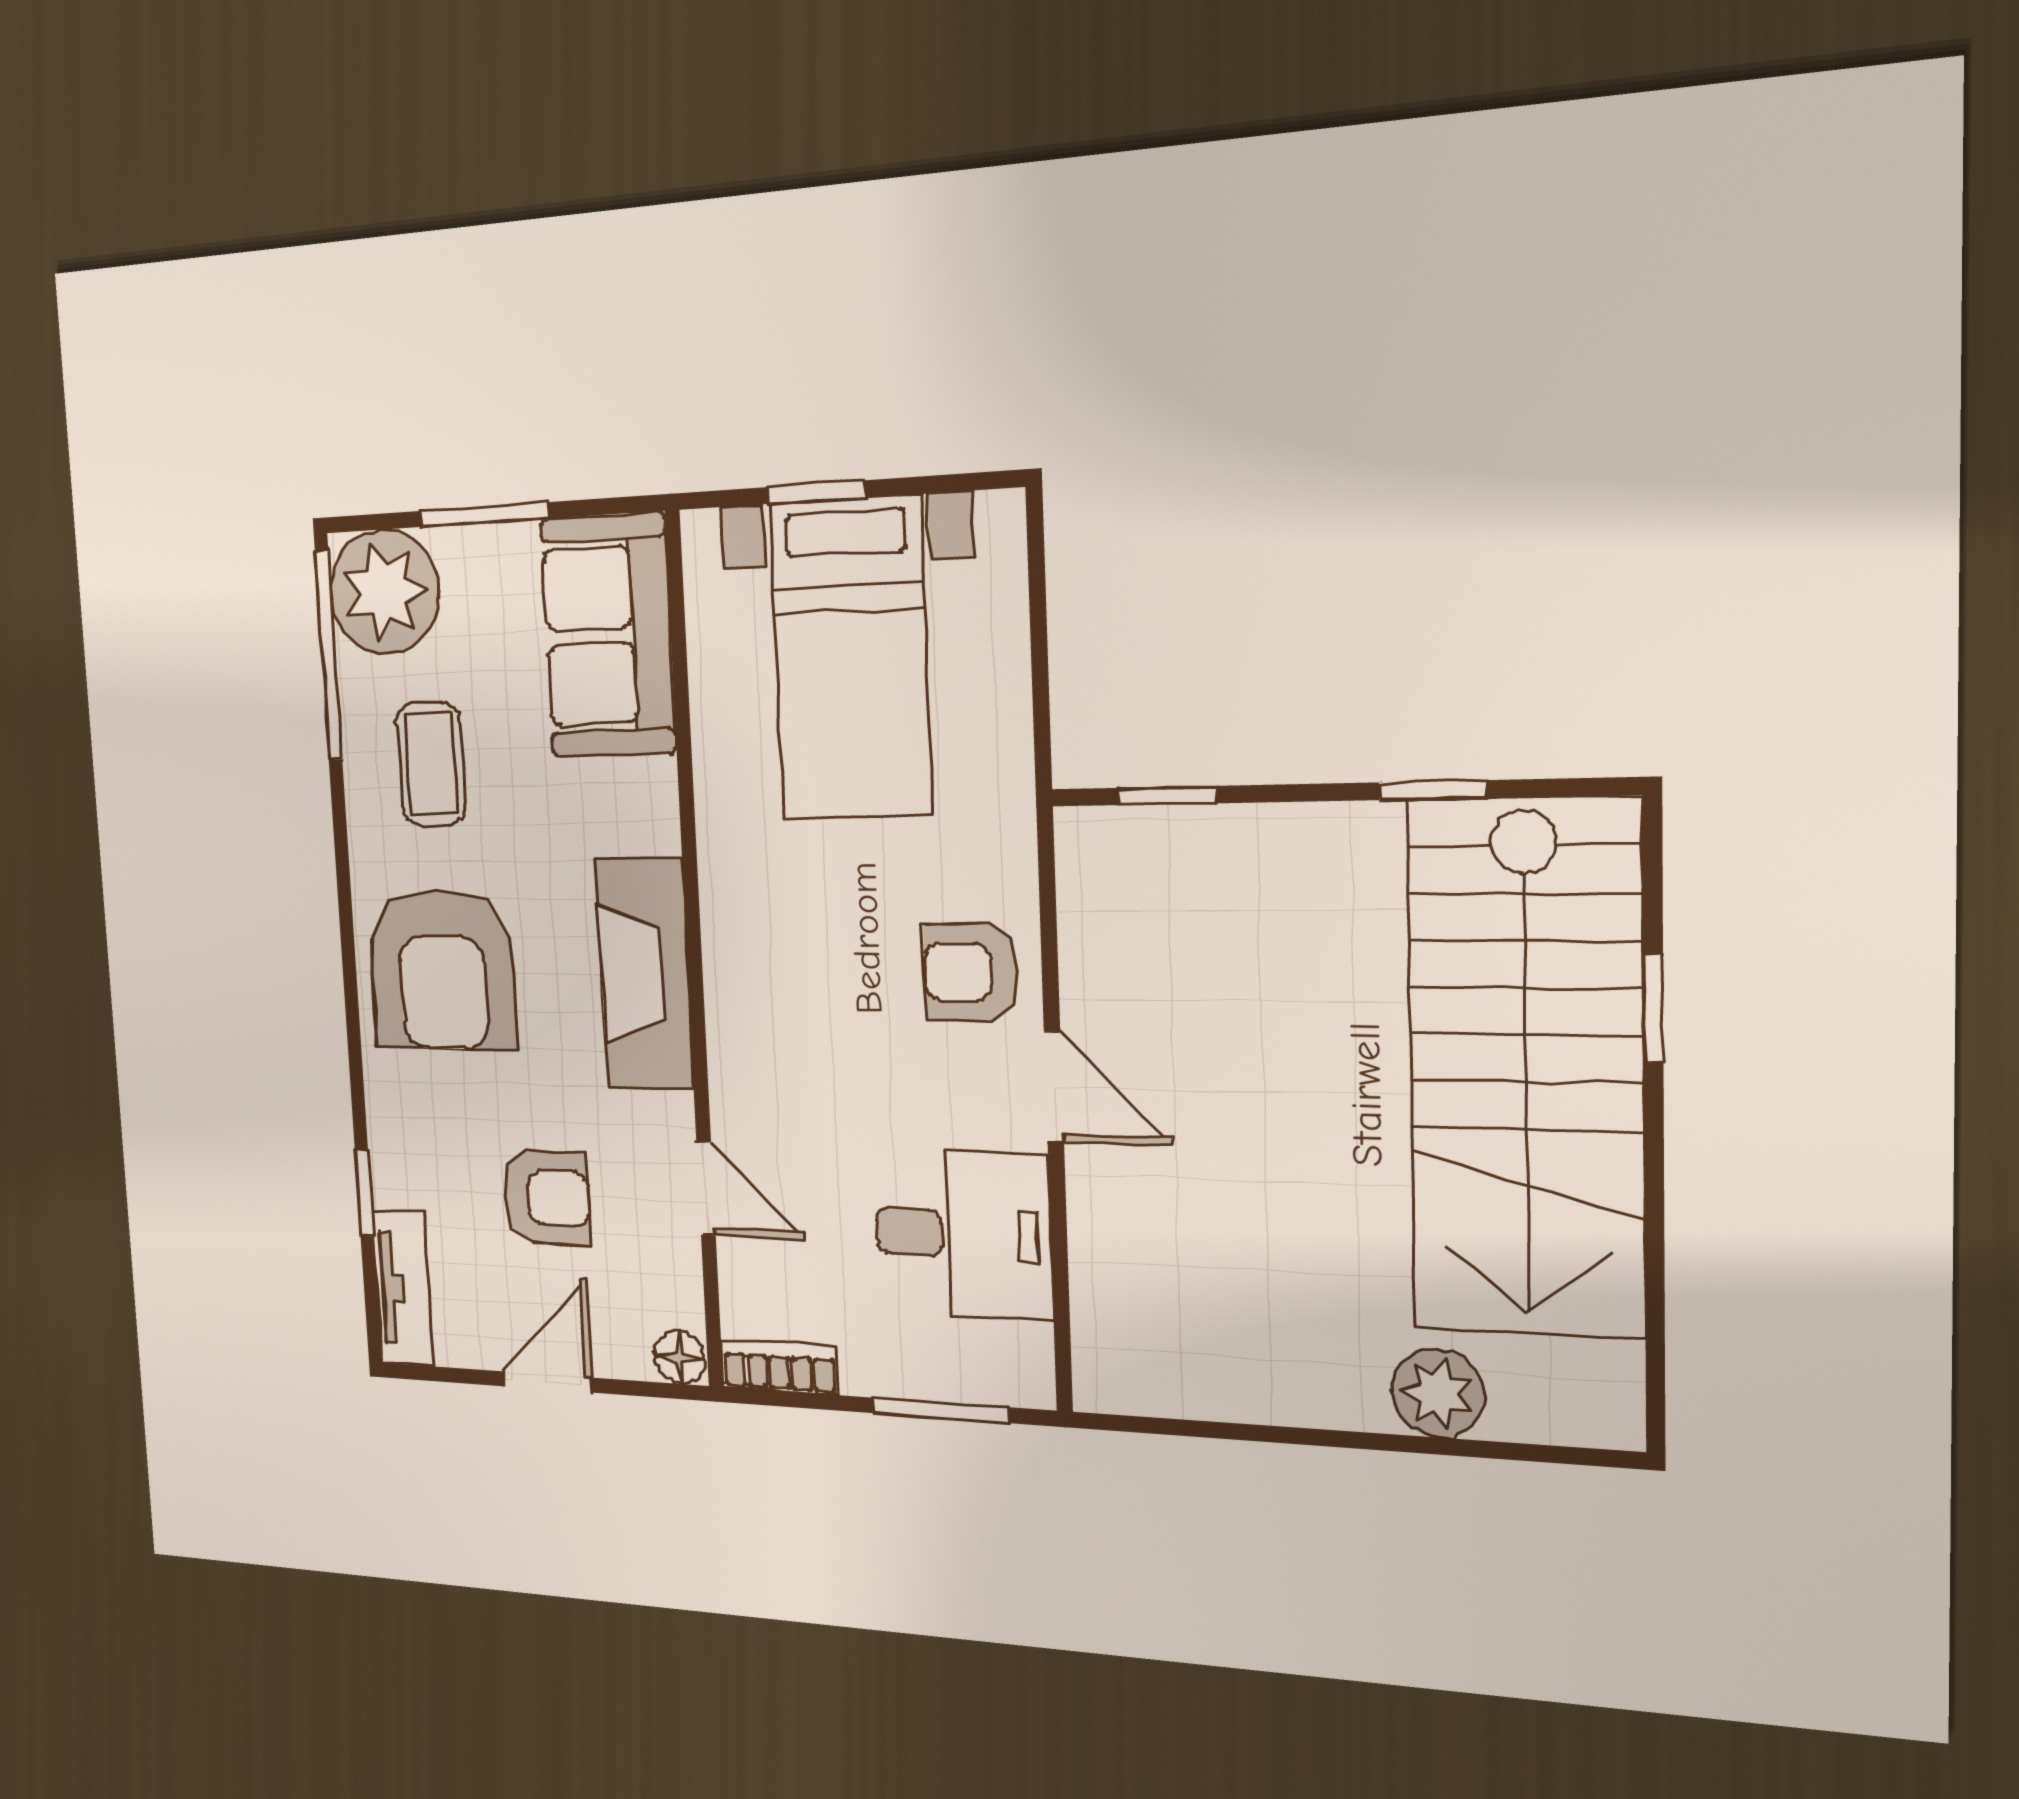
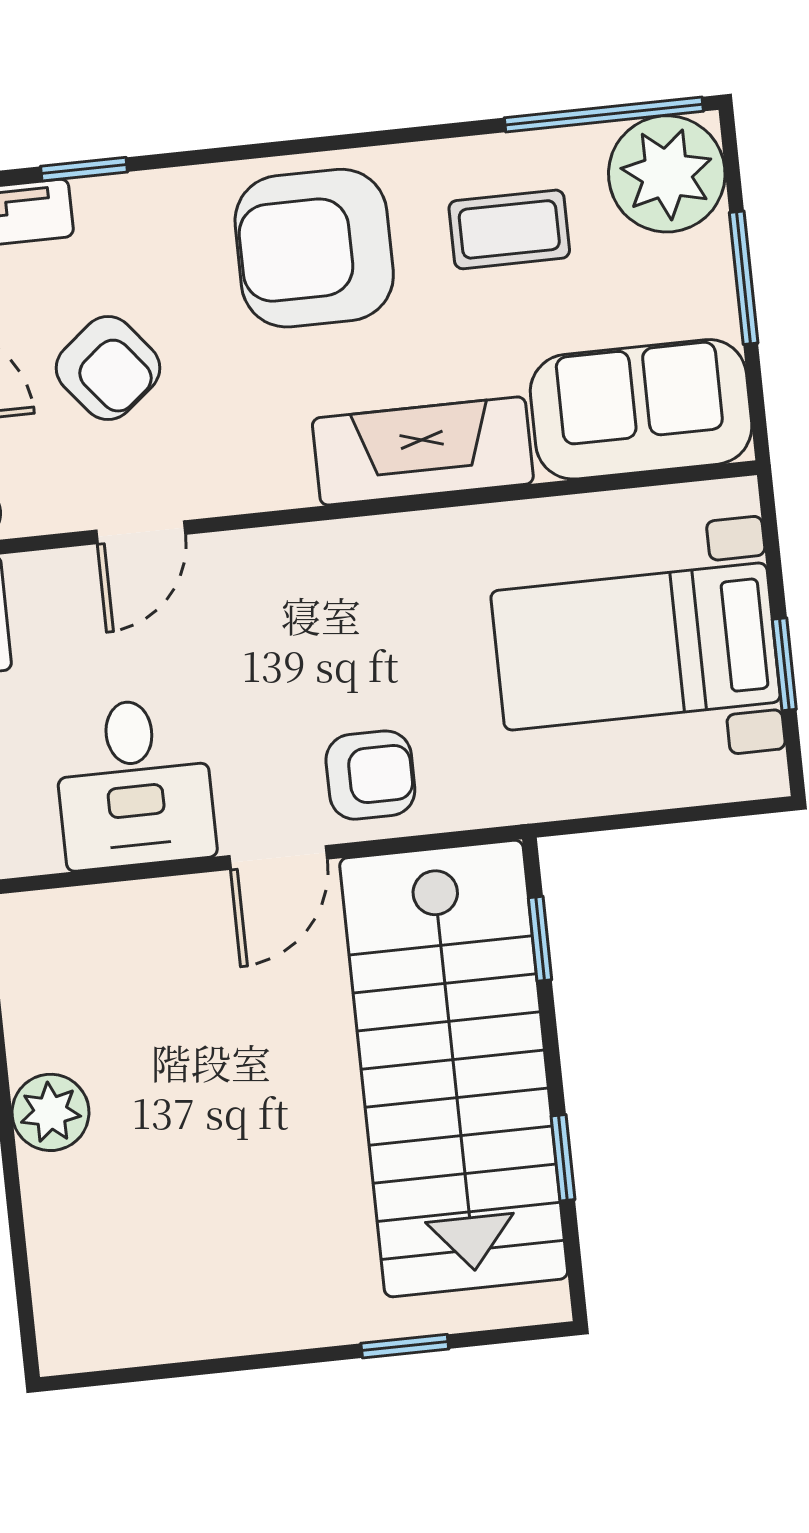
window: (816, 492) -> (784, 664), moved
armchair: (971, 972) -> (370, 775), turned 90
fireplace: (645, 974) -> (423, 451), moved
stairs: (1526, 1069) -> (454, 1068), moved, turned -90
armchair: (546, 1198) -> (108, 368), turned -39
plant: (1438, 1393) -> (50, 1112), moved

